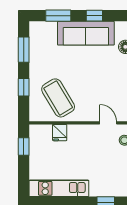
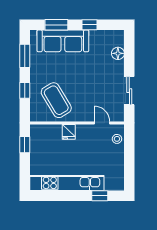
sofa: (86, 33) -> (63, 41), moved
fridge: (60, 133) -> (69, 132), moved
kitchen unit: (59, 188) -> (67, 183), width x1.36

